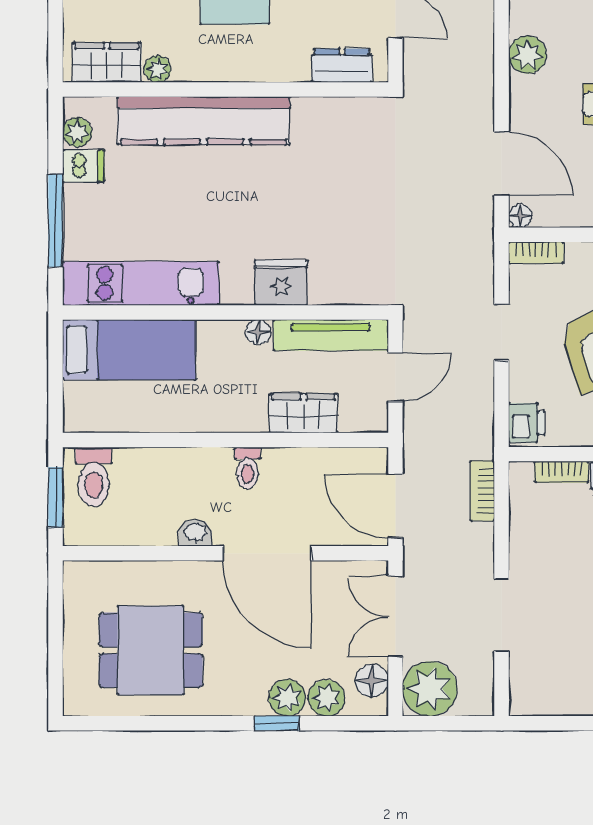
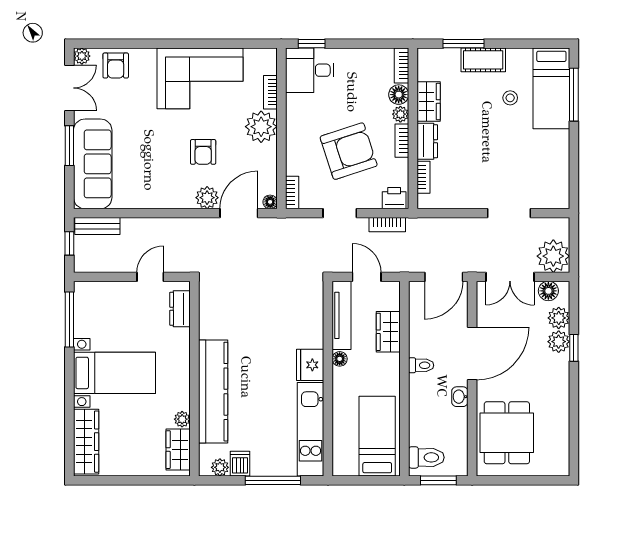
plant: (527, 55) -> (207, 198), moved
fridge: (281, 283) -> (310, 365), moved
bed: (129, 350) -> (377, 436), moved
bookcase: (482, 491) -> (387, 225), moved
dining table: (151, 650) -> (507, 433), moved

